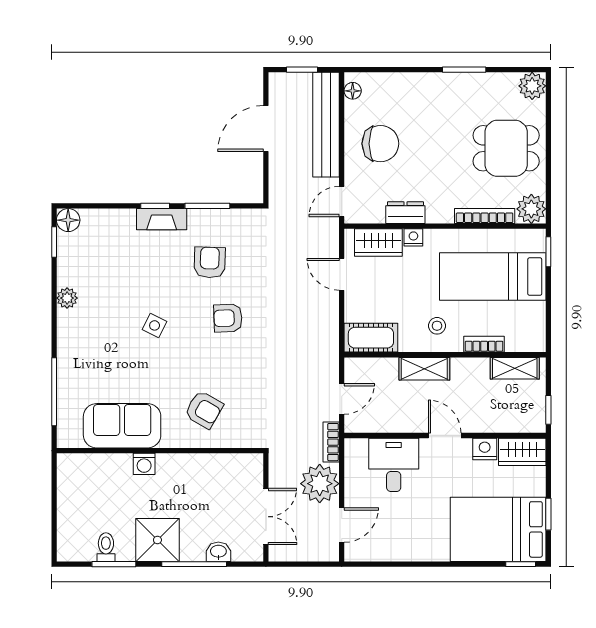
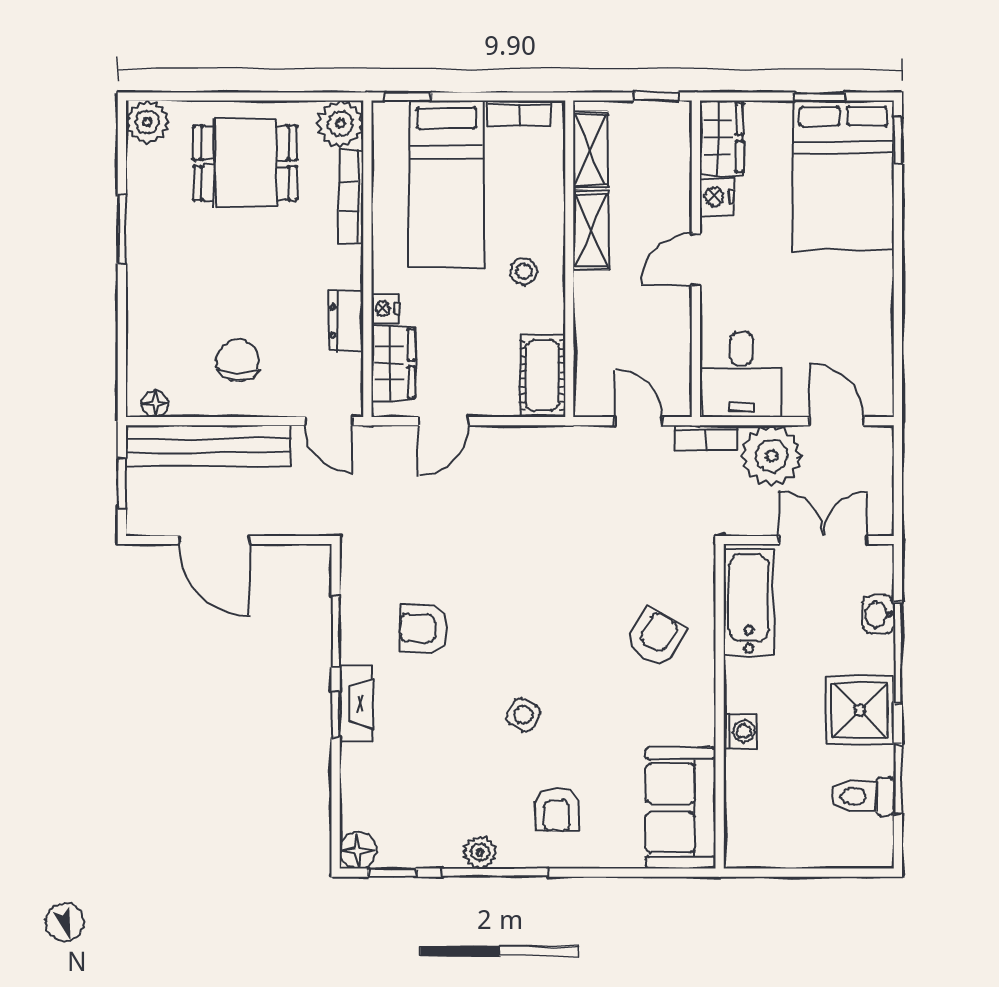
chair: (380, 144) -> (238, 360), width x0.73, depth x0.73
dining table: (506, 148) -> (245, 163), turned 90
armchair: (228, 318) -> (557, 810), moved
bookcase: (484, 344) -> (519, 113), moved, turned -90
shelving: (424, 369) -> (591, 230), moved
window: (54, 392) -> (496, 873), moved
sofa: (122, 426) -> (681, 808), moved
desk: (394, 465) -> (742, 375), moved, turned -90
bathtub: (226, 469) -> (749, 603), added
toilet: (106, 547) -> (862, 796), width x1.37, depth x1.39

